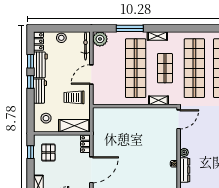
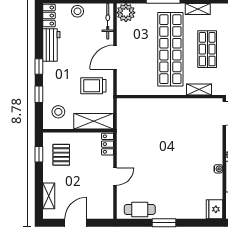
window: (31, 61) -> (39, 94), moved
workbench: (40, 91) -> (51, 78), removed
door: (91, 170) -> (115, 176), width x0.53

